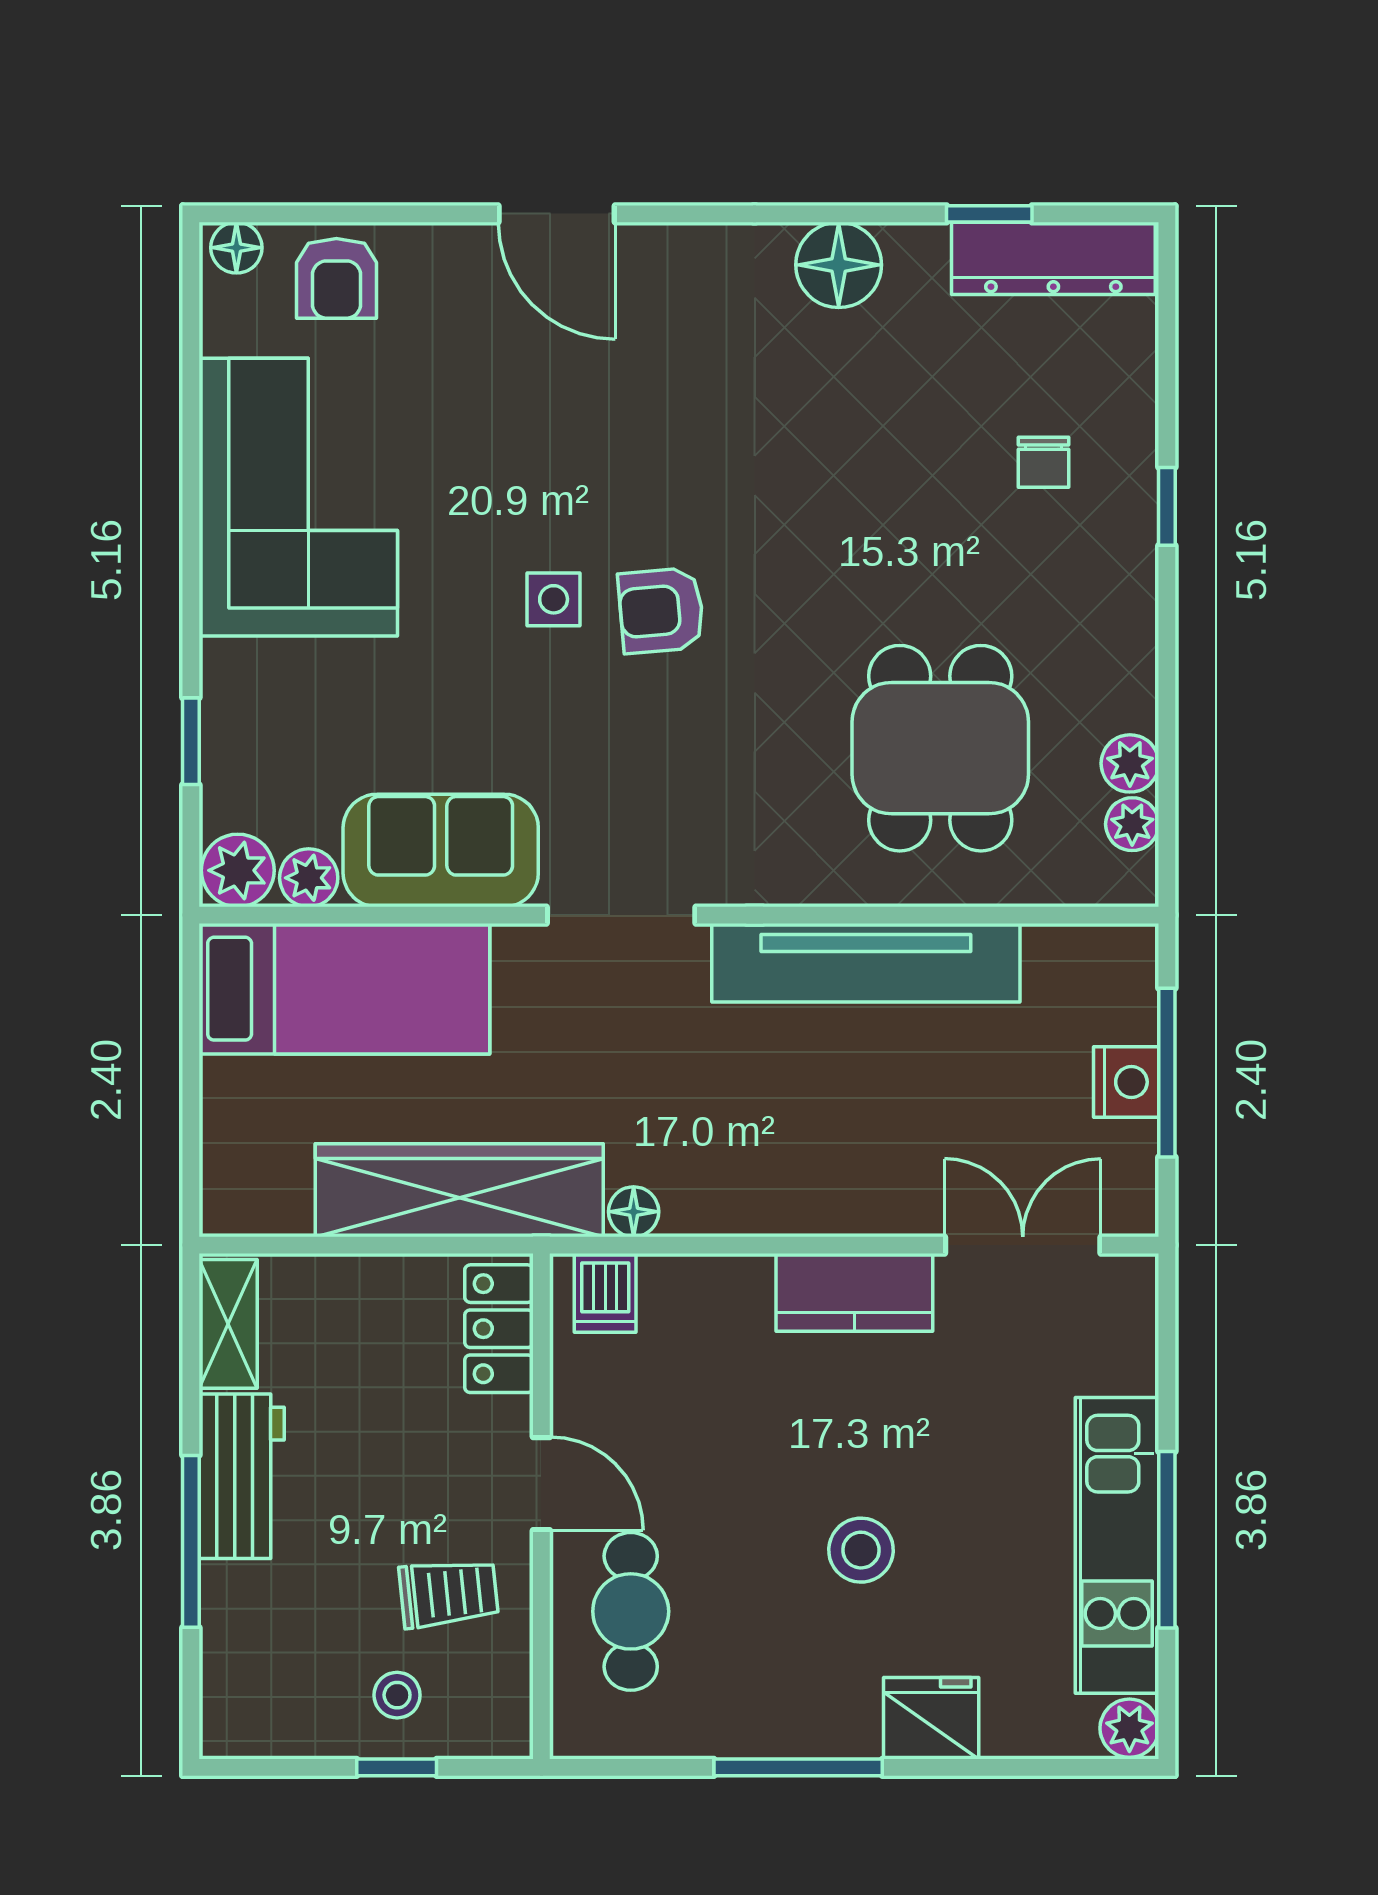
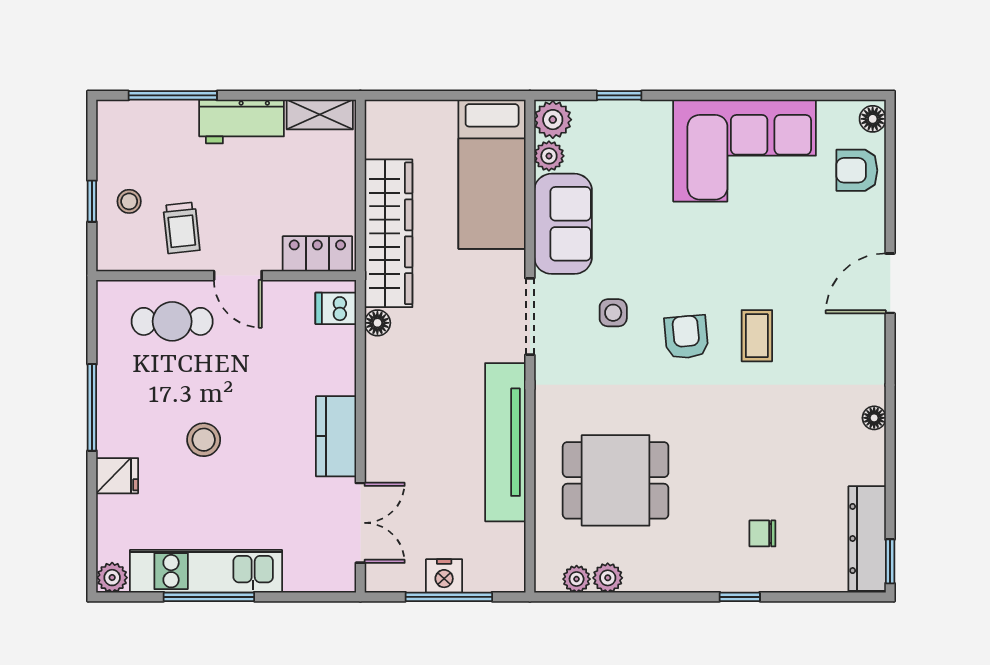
window: (989, 214) -> (890, 561), moved
floor lamp: (839, 265) -> (874, 418), width x0.53, depth x0.53
coffee table: (659, 473) -> (757, 336), added
side table: (554, 599) -> (613, 313), moved
door: (541, 1484) -> (238, 276), hinge flipped
window: (191, 1541) -> (173, 95), moved
fridge: (931, 1718) -> (117, 476), width x0.72

